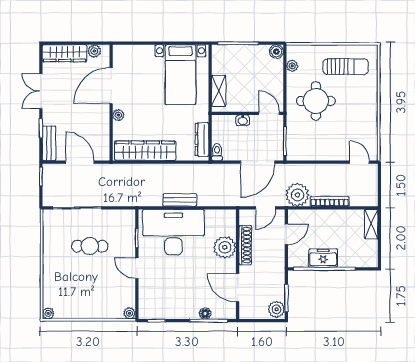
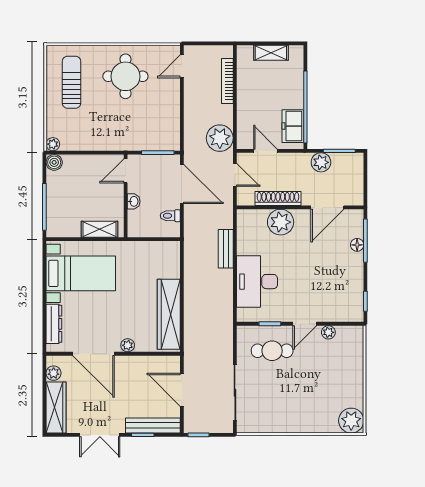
plant: (292, 66) -> (53, 144), moved
round table: (316, 101) -> (125, 76), moved
dresser: (202, 140) -> (54, 324), moved, turned -90
bench: (49, 143) -> (153, 425), width x1.36
toilet: (217, 152) -> (170, 216), moved
door: (80, 162) -> (182, 390), hinge flipped
bench: (180, 200) -> (226, 249), moved
bookcase: (330, 201) -> (227, 81), moved
shelving: (371, 224) -> (271, 53), moved
desk: (173, 232) -> (257, 282), width x0.73, depth x0.77
cafe table: (90, 246) -> (272, 351), moved, turned 90
freezer: (323, 258) -> (293, 126), moved
plant: (276, 309) -> (321, 162), moved
plant: (48, 313) -> (351, 421), width x1.87, depth x1.87
plant: (130, 313) -> (328, 332), moved

